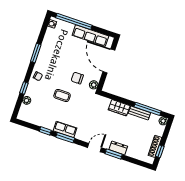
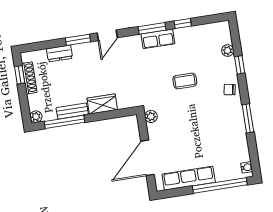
door: (109, 61) -> (147, 158), swing flipped
chair: (77, 78) -> (177, 114), removed
dresser: (118, 148) -> (59, 53), moved

